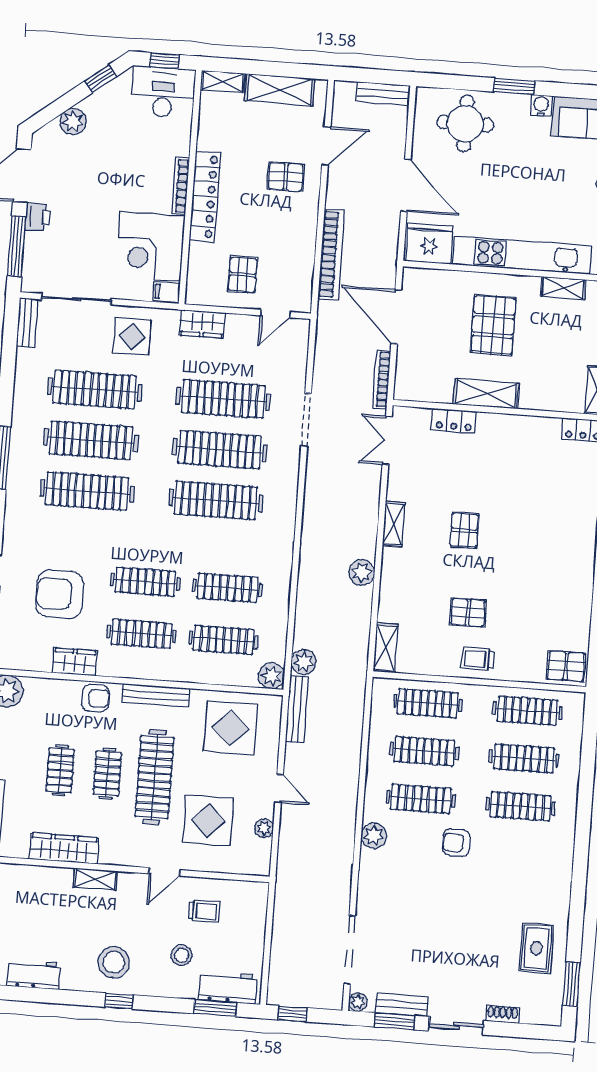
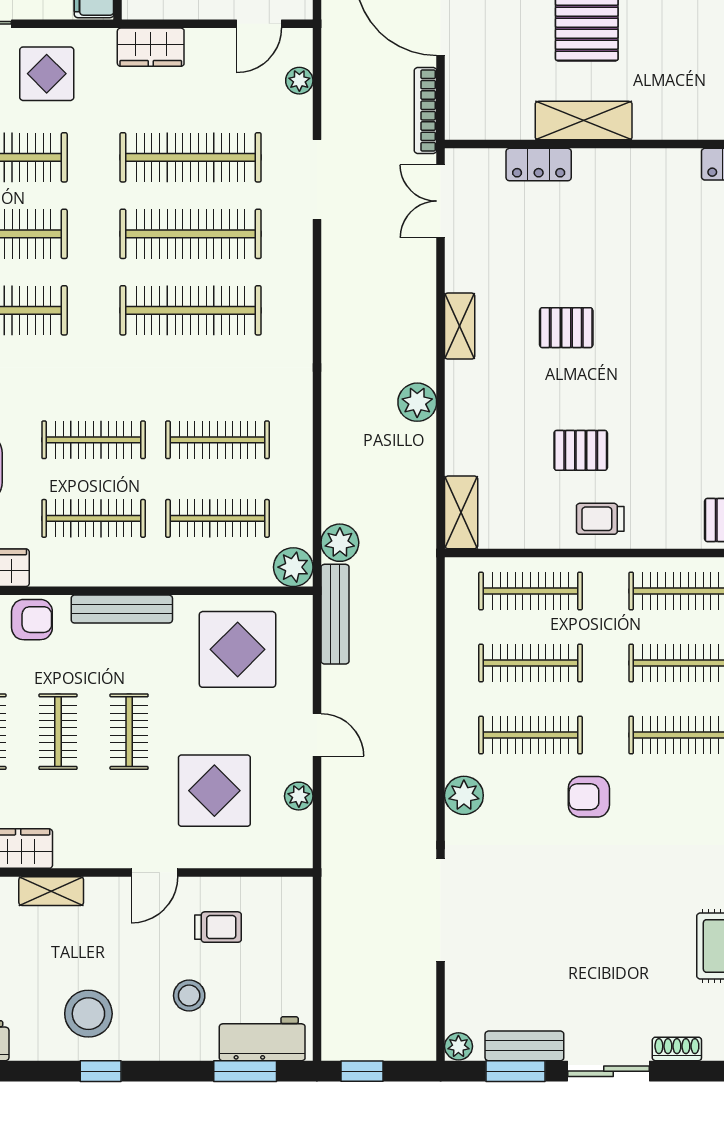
plant: (299, 353) -> (299, 81), added
pallet: (464, 530) -> (566, 328), turned 90
clothes rail: (155, 777) -> (129, 732), width x0.54, depth x0.76
doorway: (350, 950) -> (441, 910), moved

